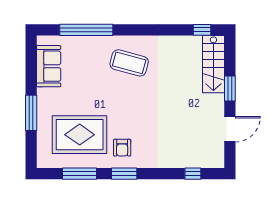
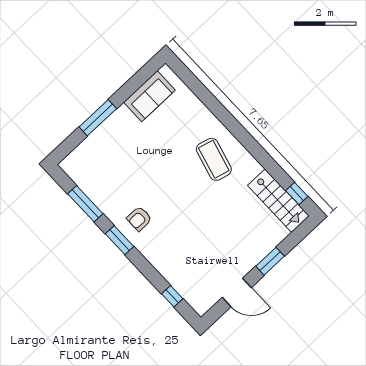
window: (86, 30) -> (208, 99), removed
stairs: (213, 64) -> (278, 201), moved, turned -90
rug: (80, 135) -> (117, 174), removed

